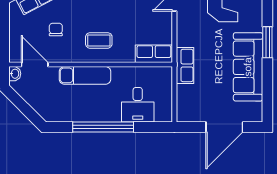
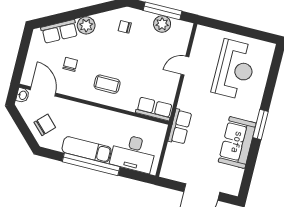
sofa: (248, 67) -> (237, 142), width x0.73
exam couch: (85, 75) -> (87, 150), moved, turned 180
chair: (45, 98) -> (45, 125), added
desk: (138, 105) -> (133, 153), width x1.37

